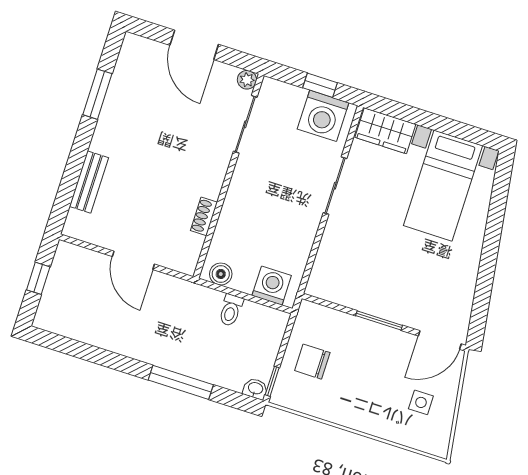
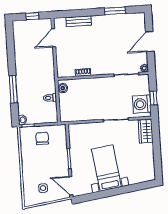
bed with nightstands: (443, 186) -> (106, 168), moved, turned 82
door: (133, 260) -> (54, 38), moved
washing machine: (272, 286) -> (66, 110), removed

